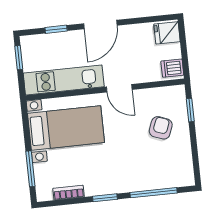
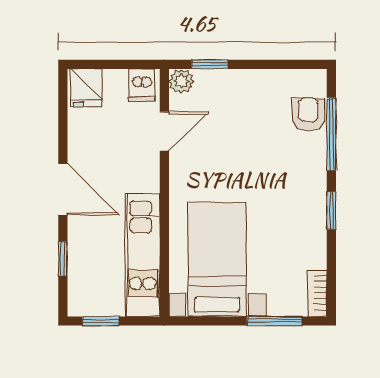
door: (119, 88) -> (164, 131), moved
plant: (177, 93) -> (181, 81), added
armchair: (161, 128) -> (308, 114), moved, turned 69
bookcase: (69, 193) -> (318, 293), moved

